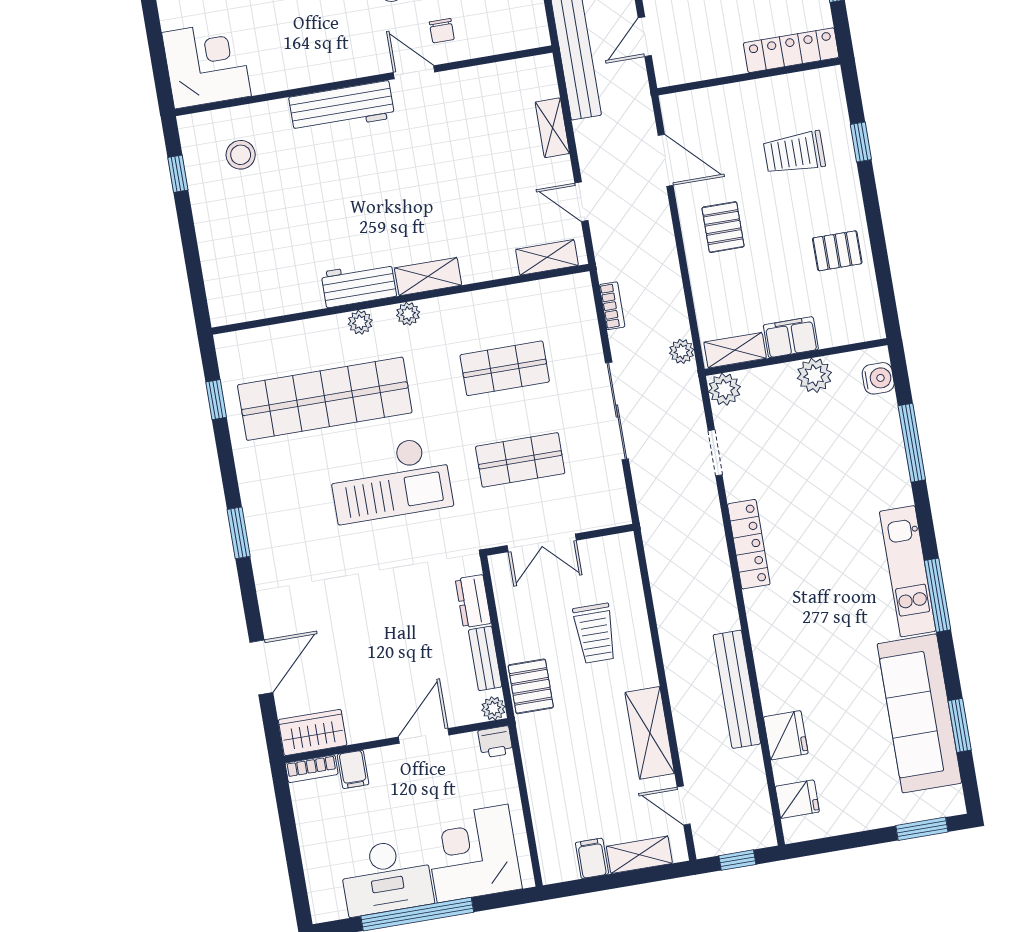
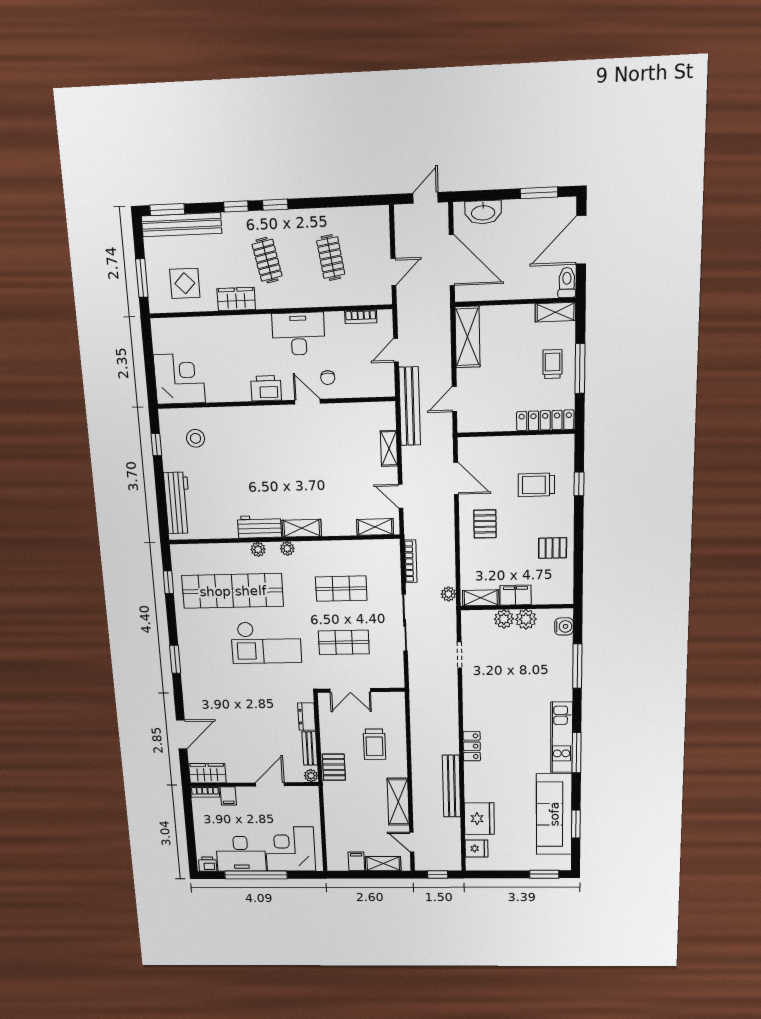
printer: (346, 60) -> (266, 388), added
workbench: (342, 107) -> (177, 503), moved, turned -90
bookcase: (612, 306) -> (411, 561), width x1.56
plant: (725, 389) -> (504, 619), moved
locker: (749, 544) -> (472, 746), moved, width x0.66
fridge: (786, 735) -> (479, 819), width x1.36, depth x1.34
printer: (495, 742) -> (208, 864), moved, turned 180

